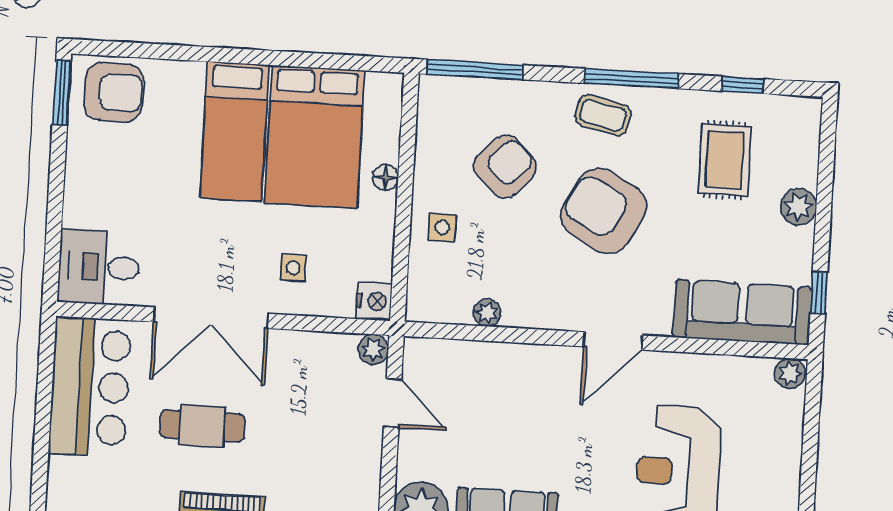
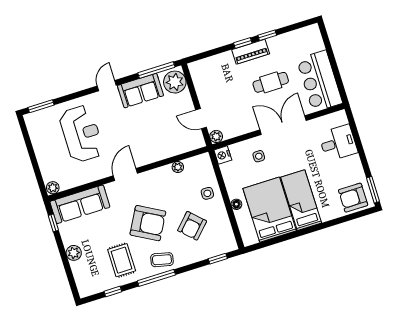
window: (475, 70) -> (218, 259), width x0.46
rug: (725, 160) -> (122, 260), moved
desk: (99, 267) -> (338, 143), moved

